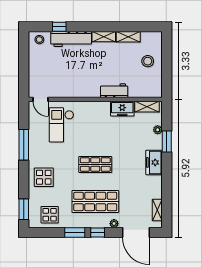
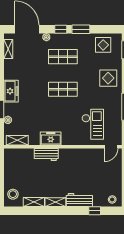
workbench: (71, 39) -> (79, 200), width x0.73
stool: (148, 61) -> (13, 194), moved
door: (41, 99) -> (111, 147), swing flipped
freezer: (122, 109) -> (51, 139), moved
shop shelf: (95, 201) -> (63, 57), width x0.70, depth x0.74

